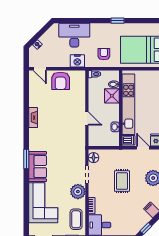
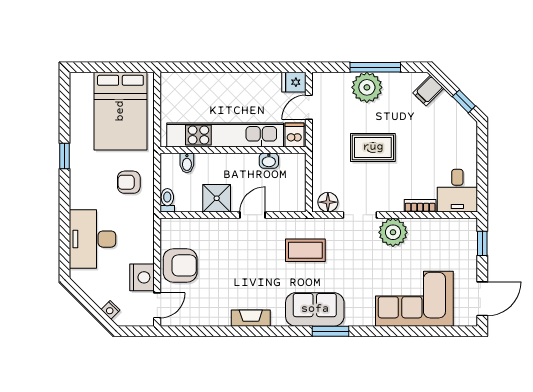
nightstand: (77, 61) -> (142, 277), moved
shower: (112, 96) -> (217, 198), moved
sofa: (38, 167) -> (315, 309), moved
coffee table: (76, 219) -> (305, 250), moved

